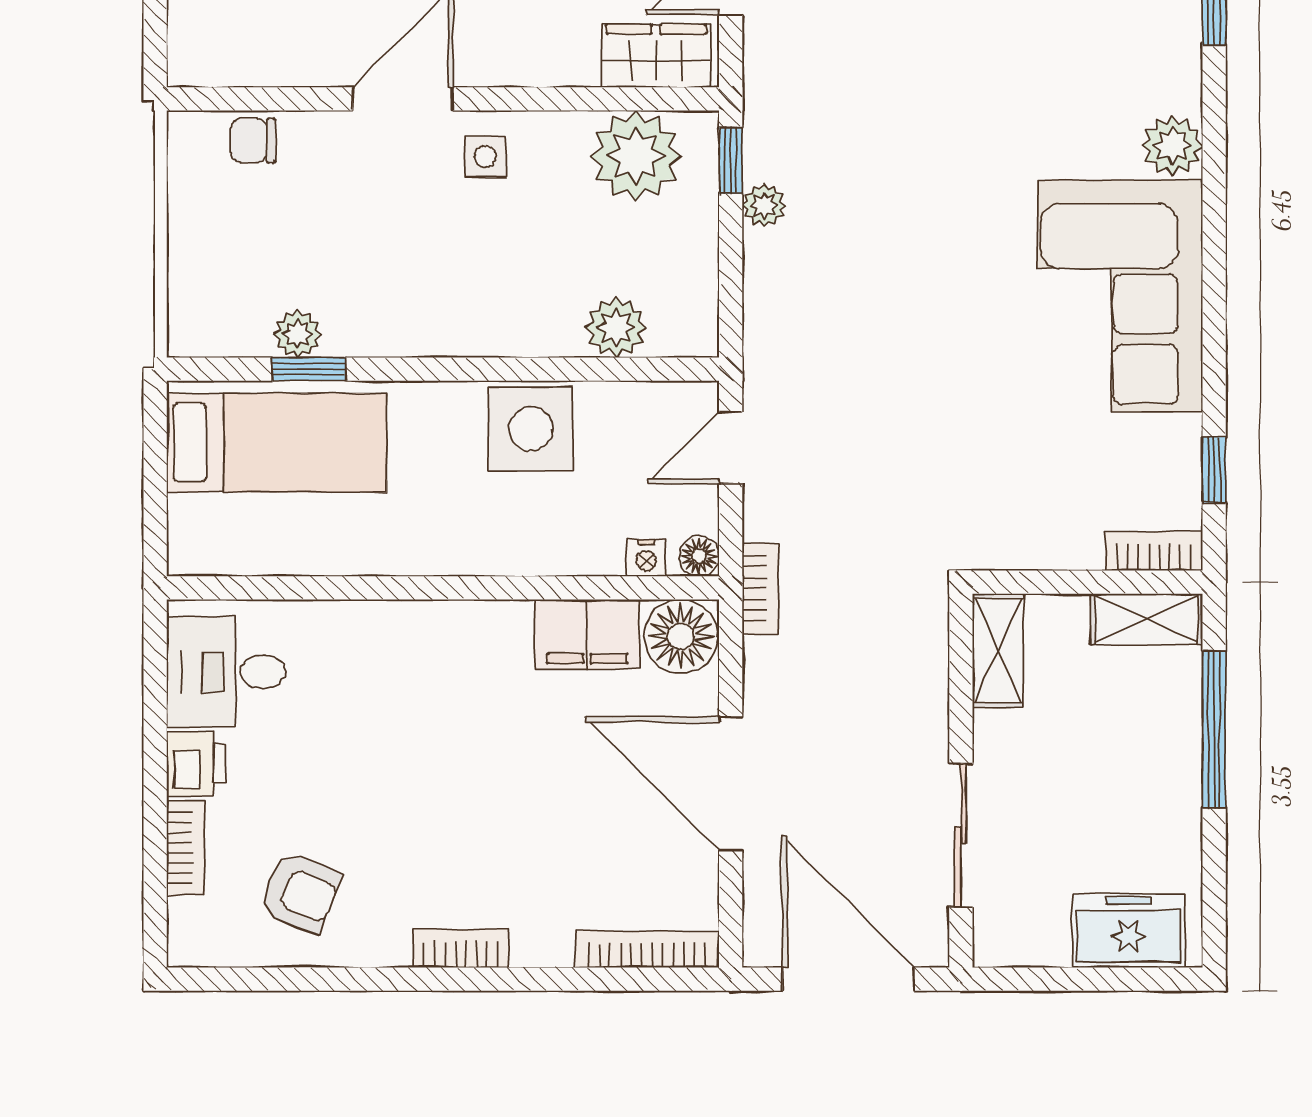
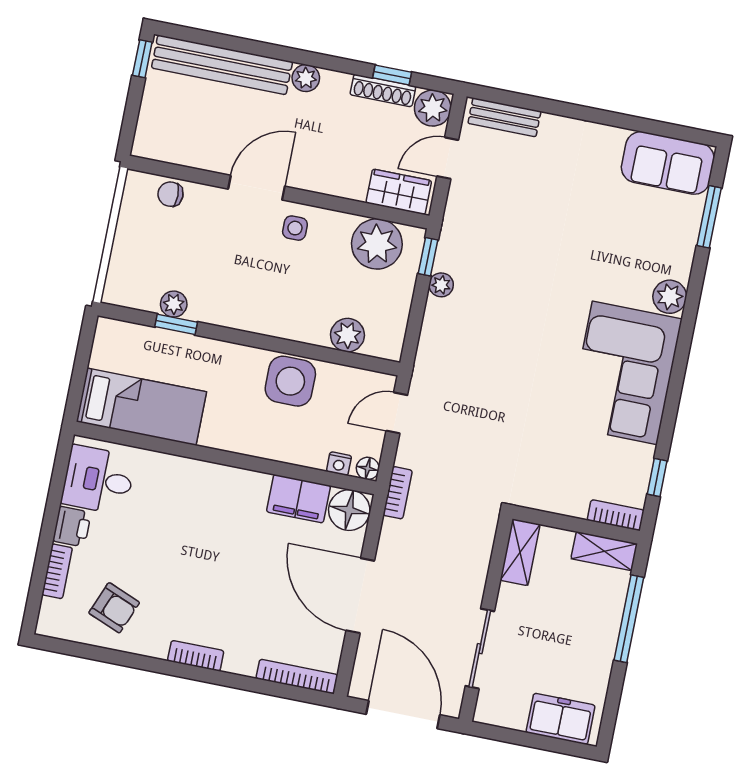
bed: (277, 443) -> (141, 407), moved

